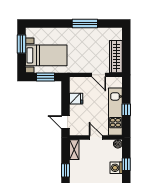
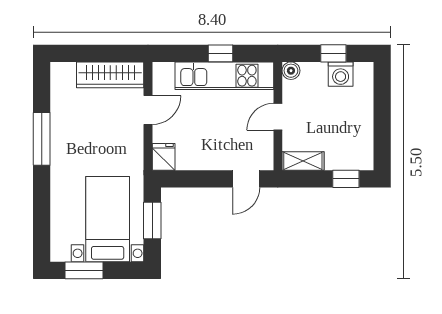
fridge: (76, 99) -> (164, 157), moved

